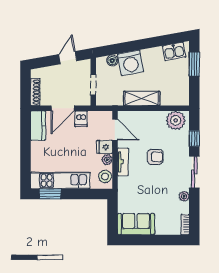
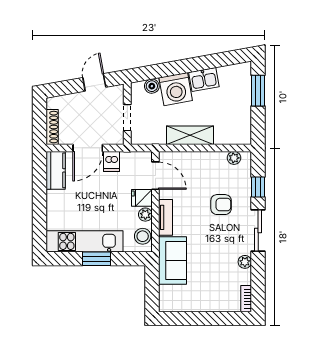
kitchen sink: (174, 51) -> (204, 79), moved
plant: (176, 120) -> (234, 158), width x0.53, depth x0.53
armchair: (155, 157) -> (221, 205), moved
window: (50, 194) -> (97, 259), moved
sofa: (136, 224) -> (173, 260), moved, turned 90

